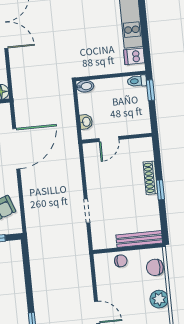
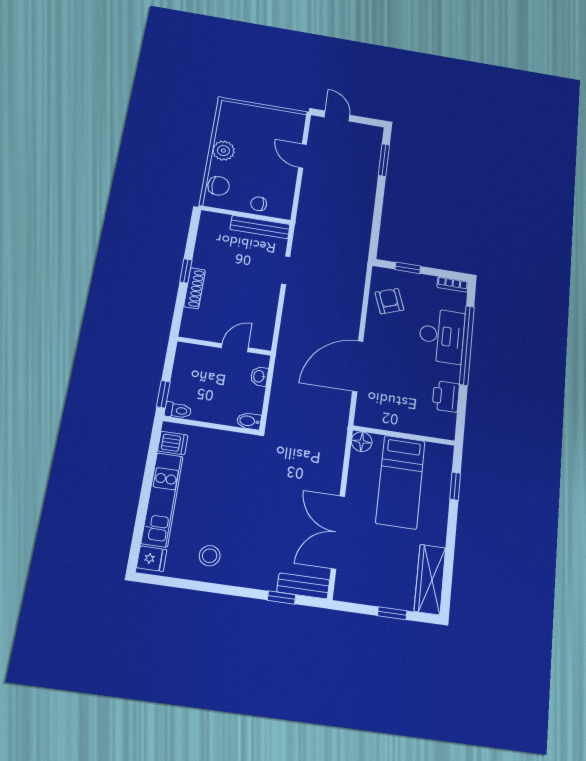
bench: (139, 239) -> (260, 227), moved

